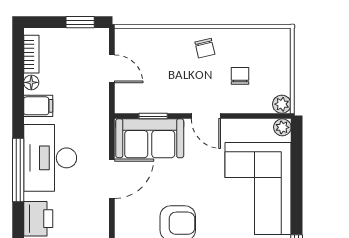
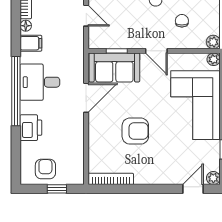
desk: (50, 158) -> (40, 82), width x0.73
window: (18, 170) -> (16, 91), width x1.46

